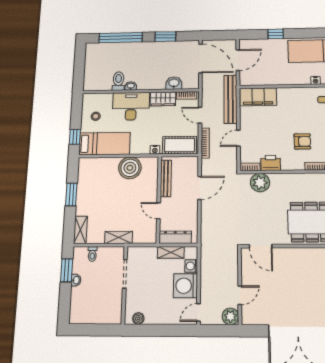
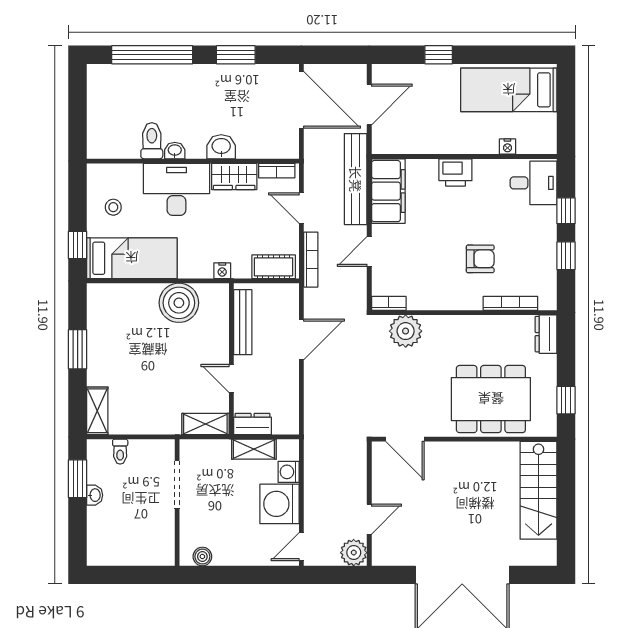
washbasin: (174, 83) -> (221, 147), moved
filing cabinet: (258, 97) -> (388, 191), moved, turned -90
cot: (180, 145) -> (274, 267), width x0.73, depth x0.75
printer: (271, 163) -> (455, 172), moved, turned 180
shelving: (119, 237) -> (205, 424), moved
dresser: (175, 237) -> (253, 424), width x0.70

